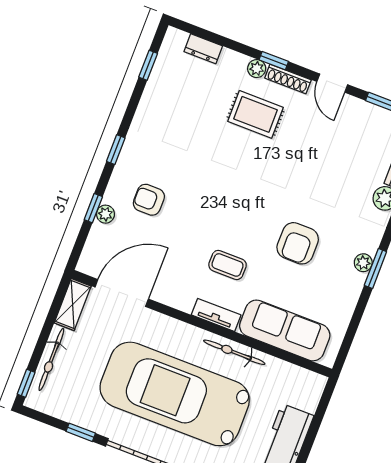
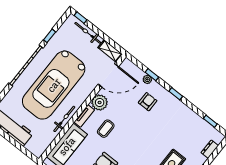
door: (122, 293) -> (108, 75), hinge flipped
plant: (180, 293) -> (100, 102), added
car: (175, 394) -> (54, 85), turned 180

